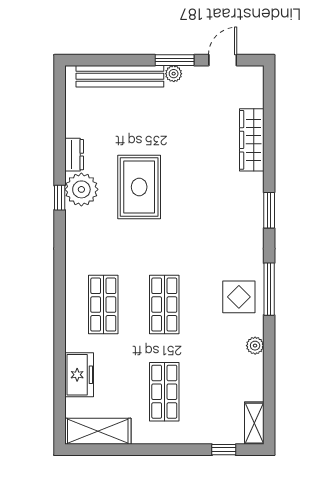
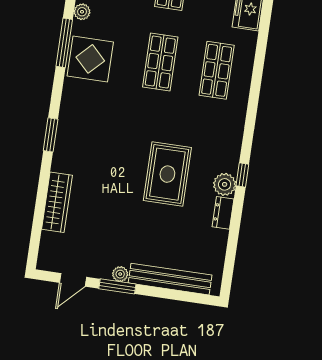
plant: (81, 189) -> (225, 184), width x0.73, depth x0.73
window: (269, 289) -> (64, 43), moved
display table: (239, 297) -> (90, 59), width x1.36, depth x1.36

